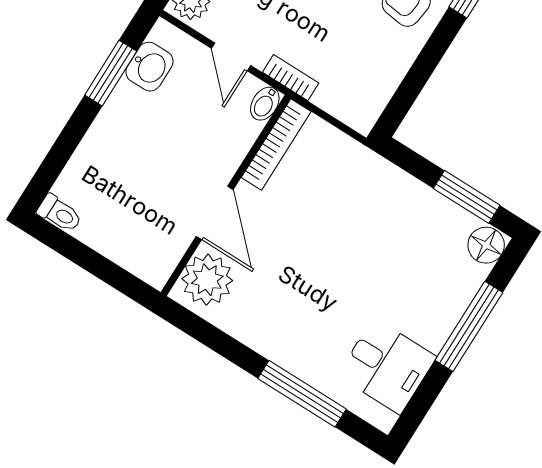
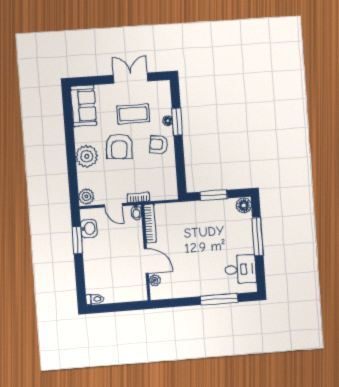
window: (467, 197) -> (214, 195), moved
plant: (207, 280) -> (155, 280), width x0.53, depth x0.53

